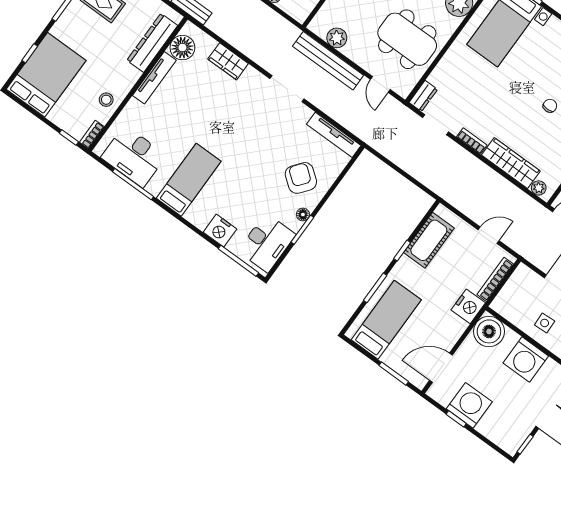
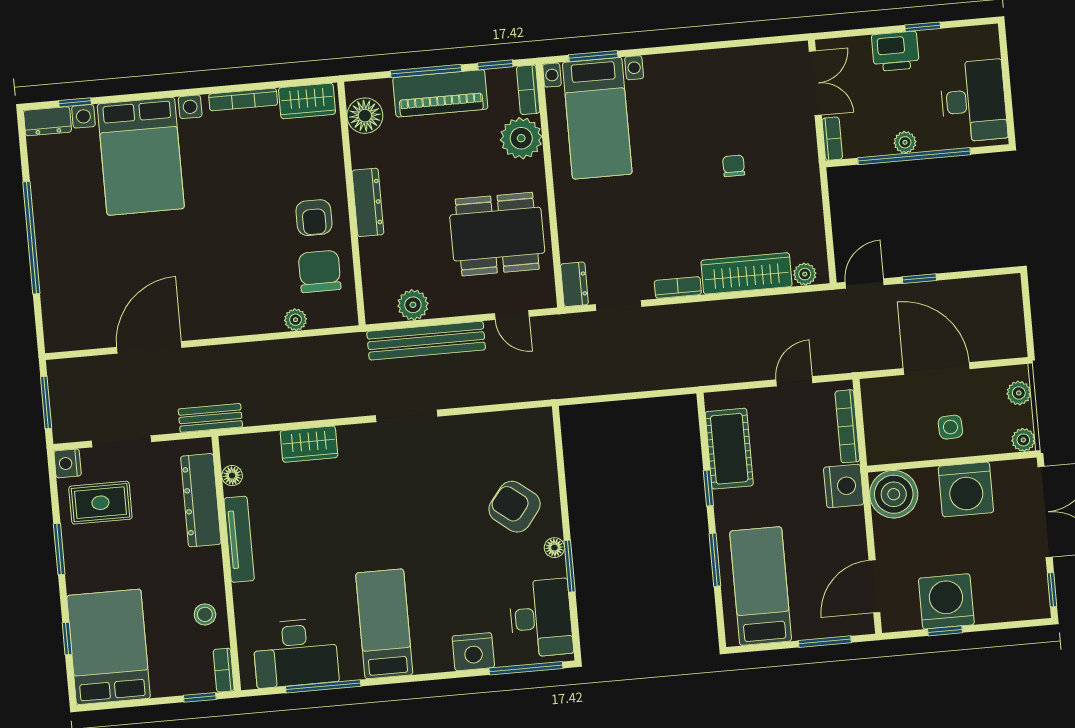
floor lamp: (182, 48) -> (232, 476), width x0.53, depth x0.53
tv unit: (334, 135) -> (509, 422), removed

